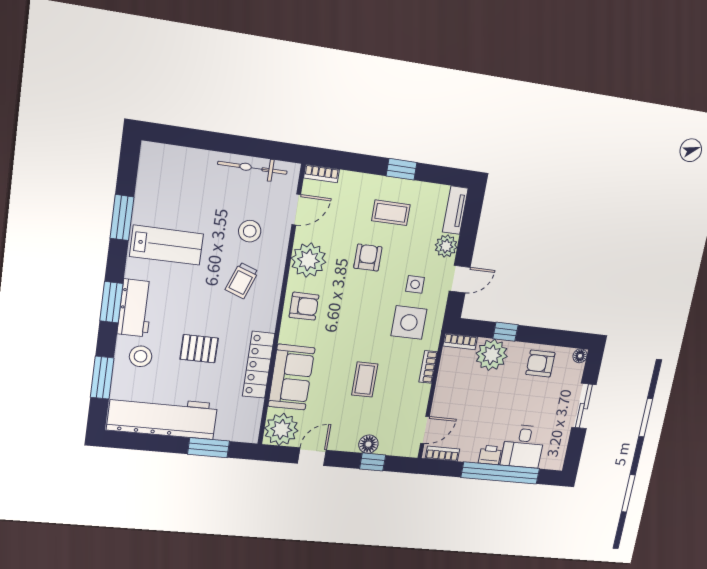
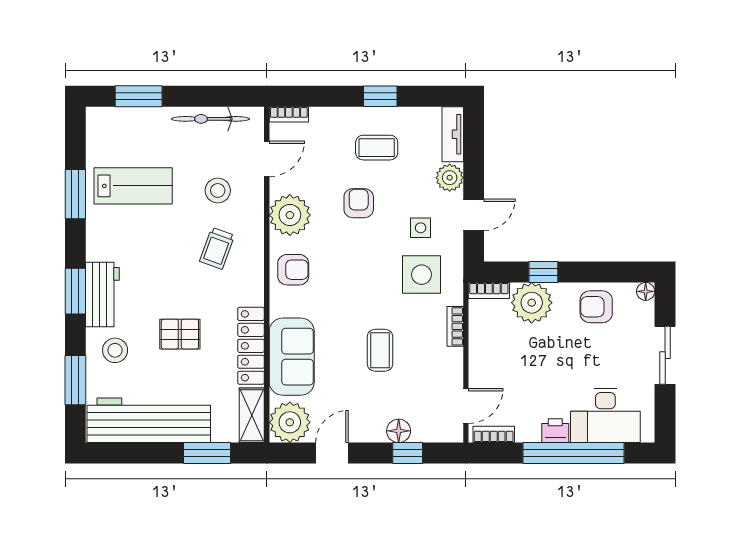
window: (191, 138) -> (139, 96), added
lab bench: (167, 245) -> (133, 186), moved
shelving: (251, 421) -> (252, 415), added
desk: (523, 446) -> (605, 415), width x1.37

